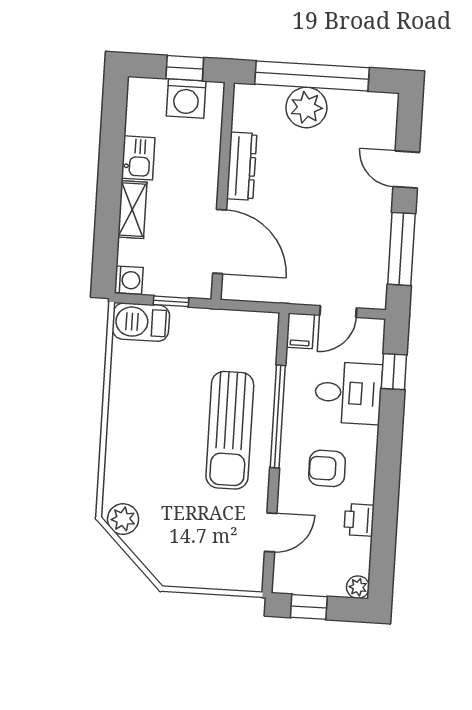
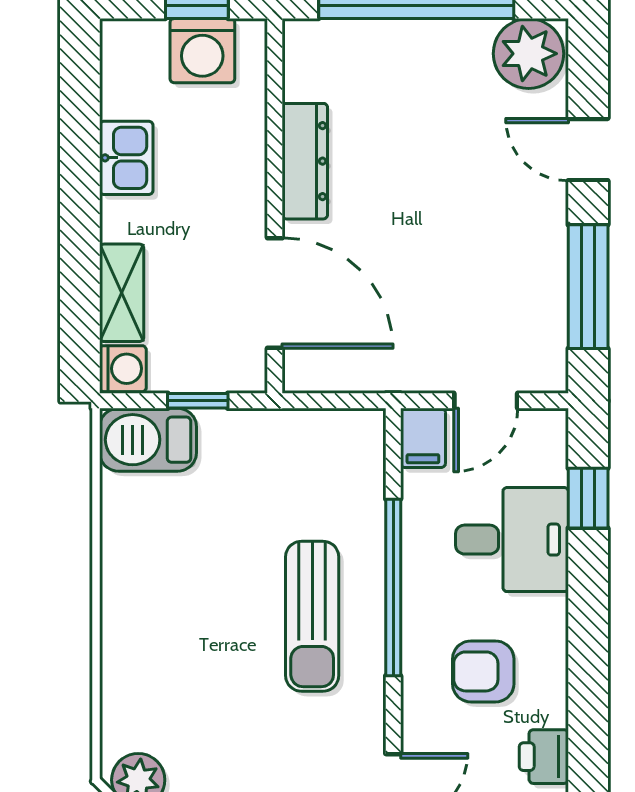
plant: (306, 107) -> (529, 54), moved
shelving: (132, 210) -> (122, 293), moved
sun lounger: (230, 430) -> (312, 616), width x0.73, depth x0.75

